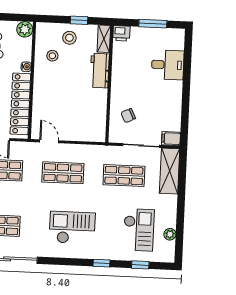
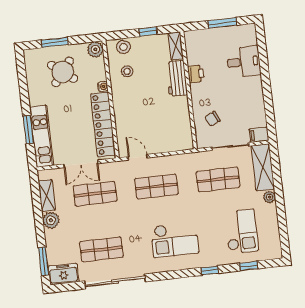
printer: (121, 33) -> (196, 74), moved, turned -90
stool: (69, 38) -> (123, 47), moved
checkout: (72, 228) -> (175, 240), turned 180
plant: (170, 234) -> (269, 197), moved

